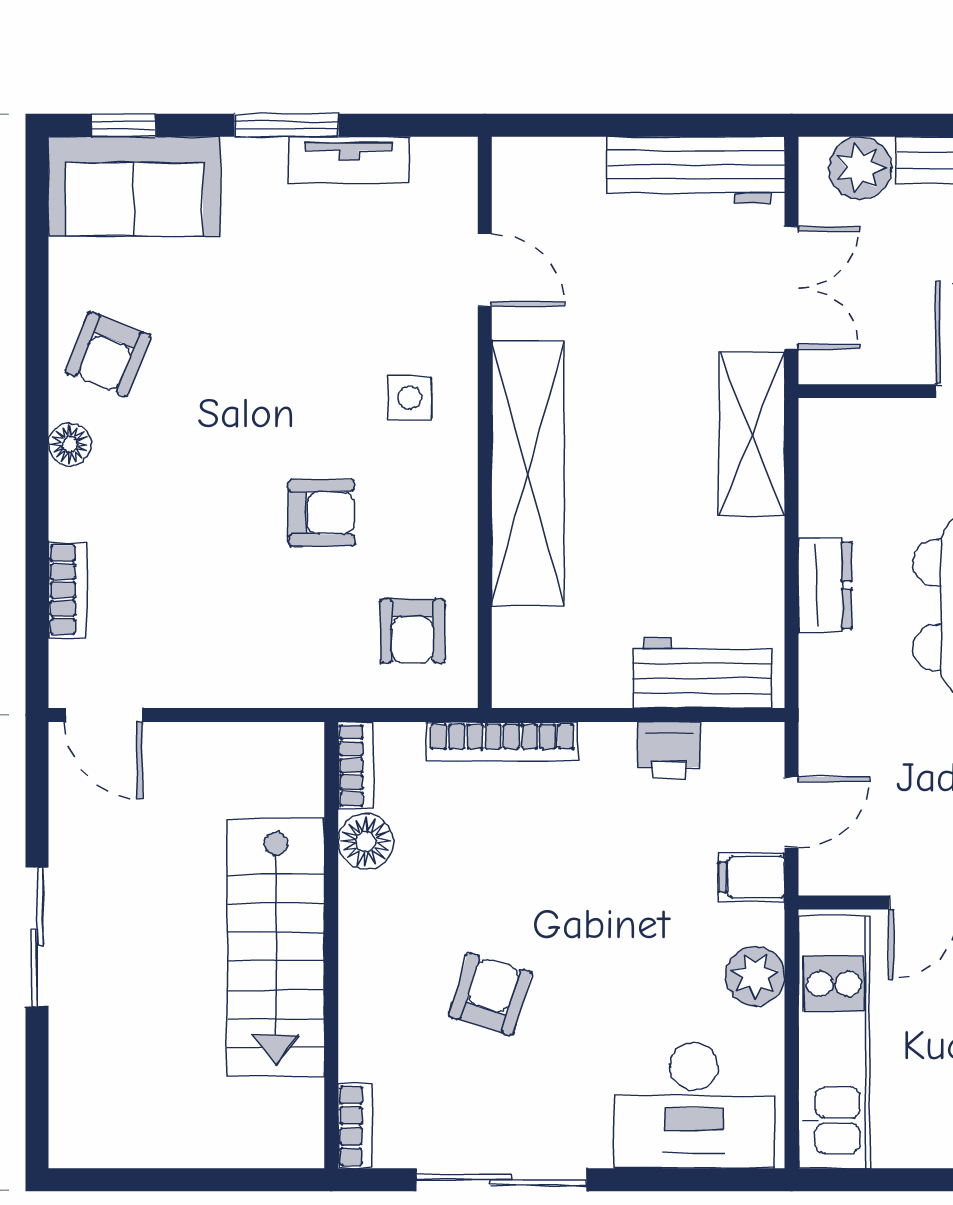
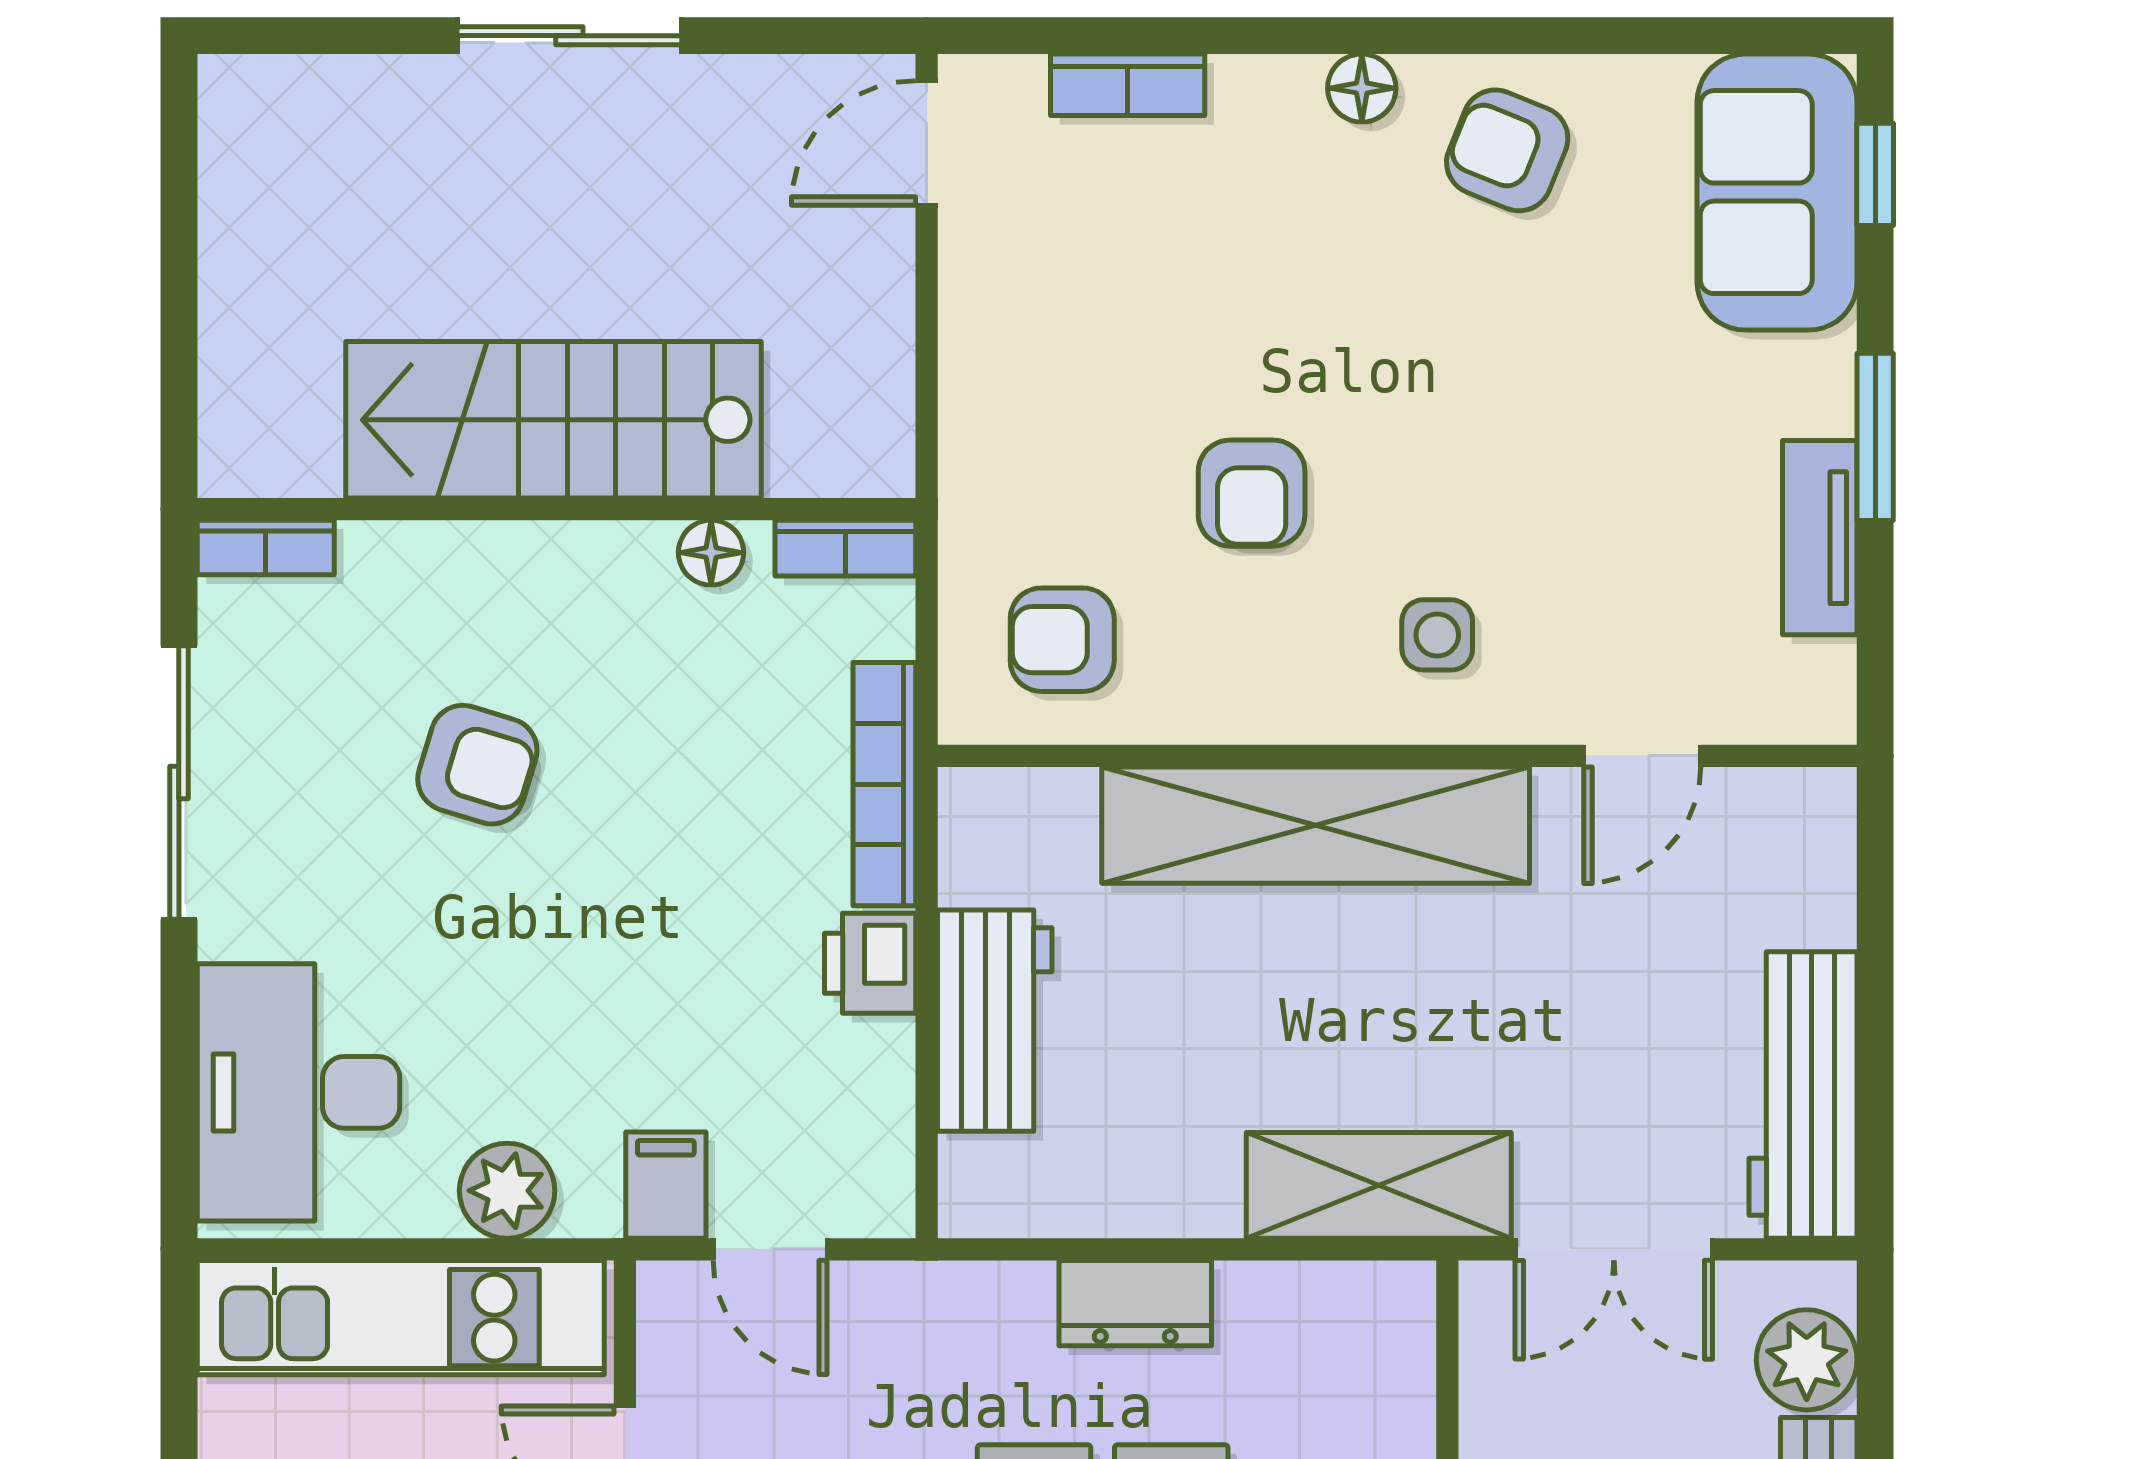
workbench: (702, 673) -> (995, 1021), moved
printer: (669, 750) -> (870, 963), moved
floor lamp: (366, 842) -> (711, 553), width x0.73, depth x0.73

